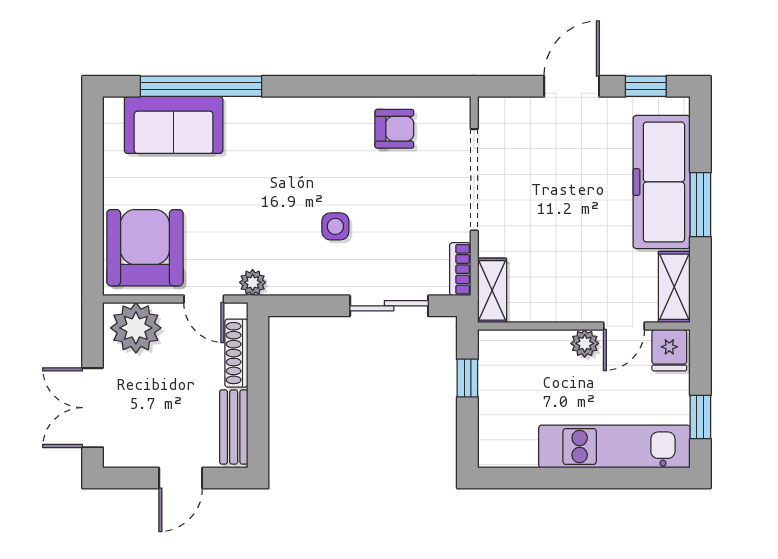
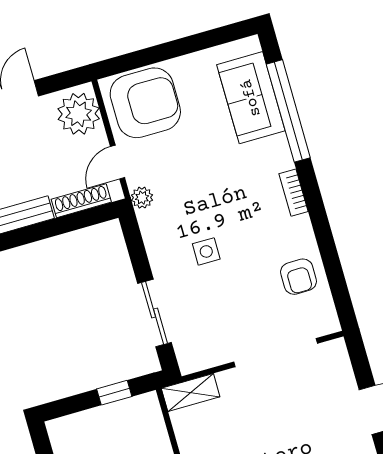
bookcase: (460, 269) -> (294, 193), moved, turned -90

